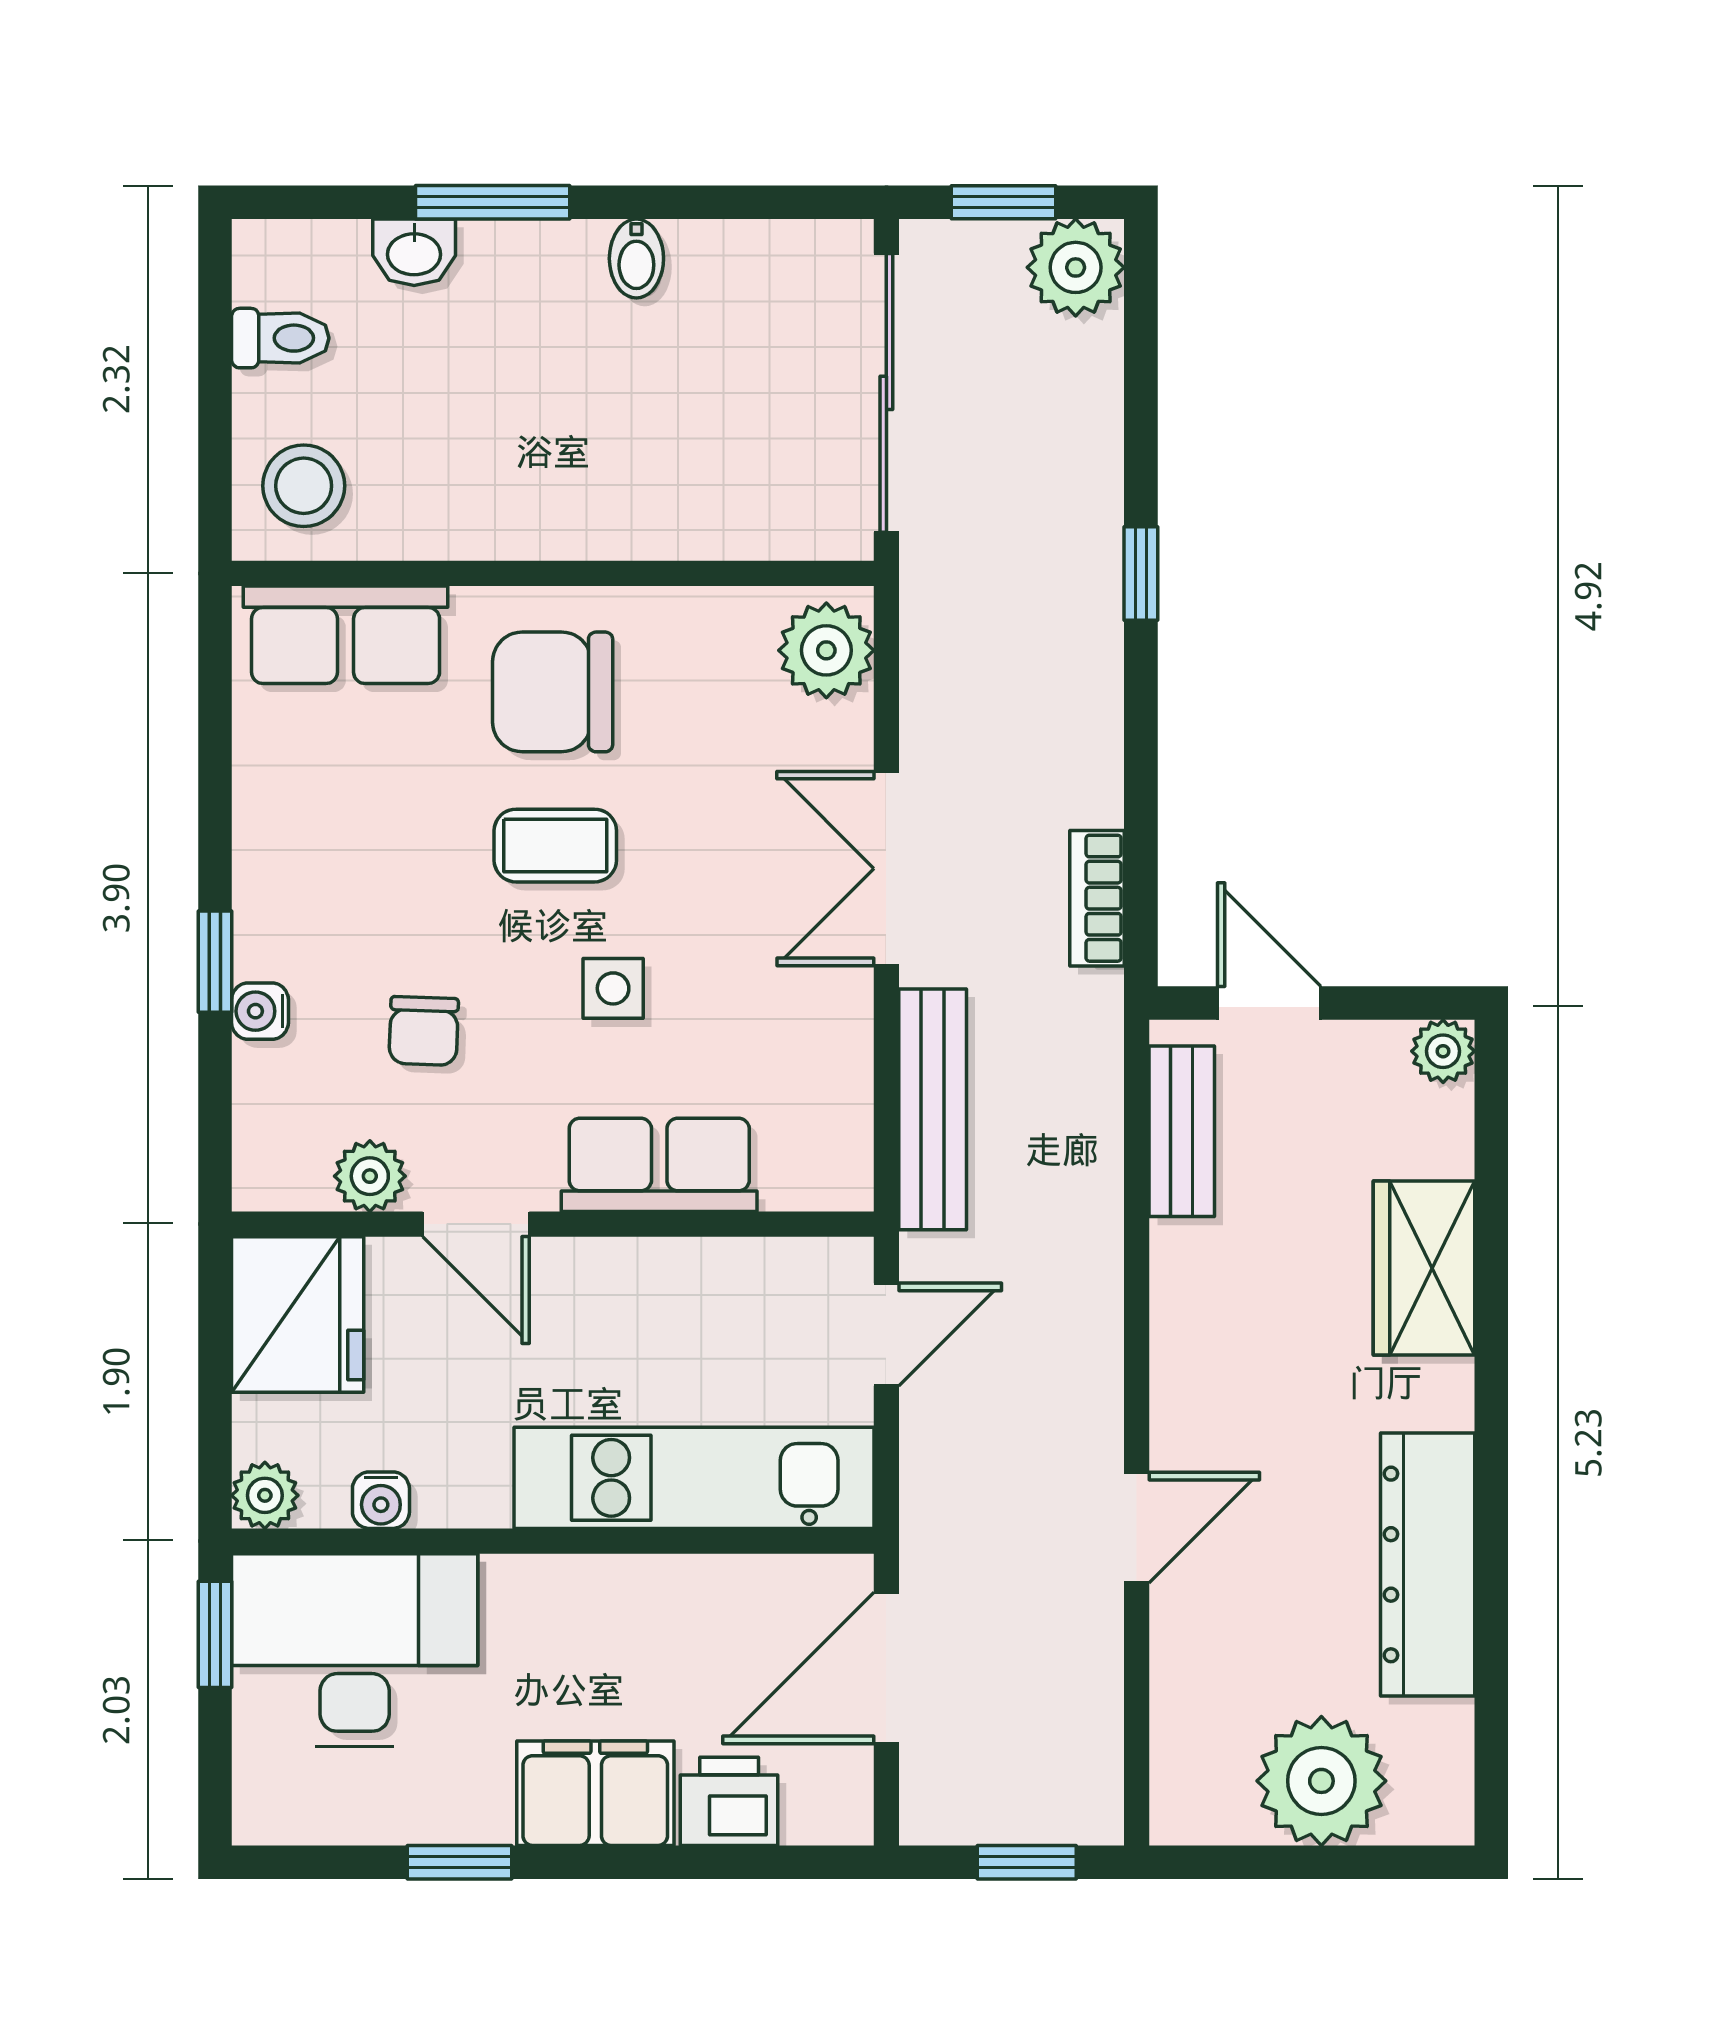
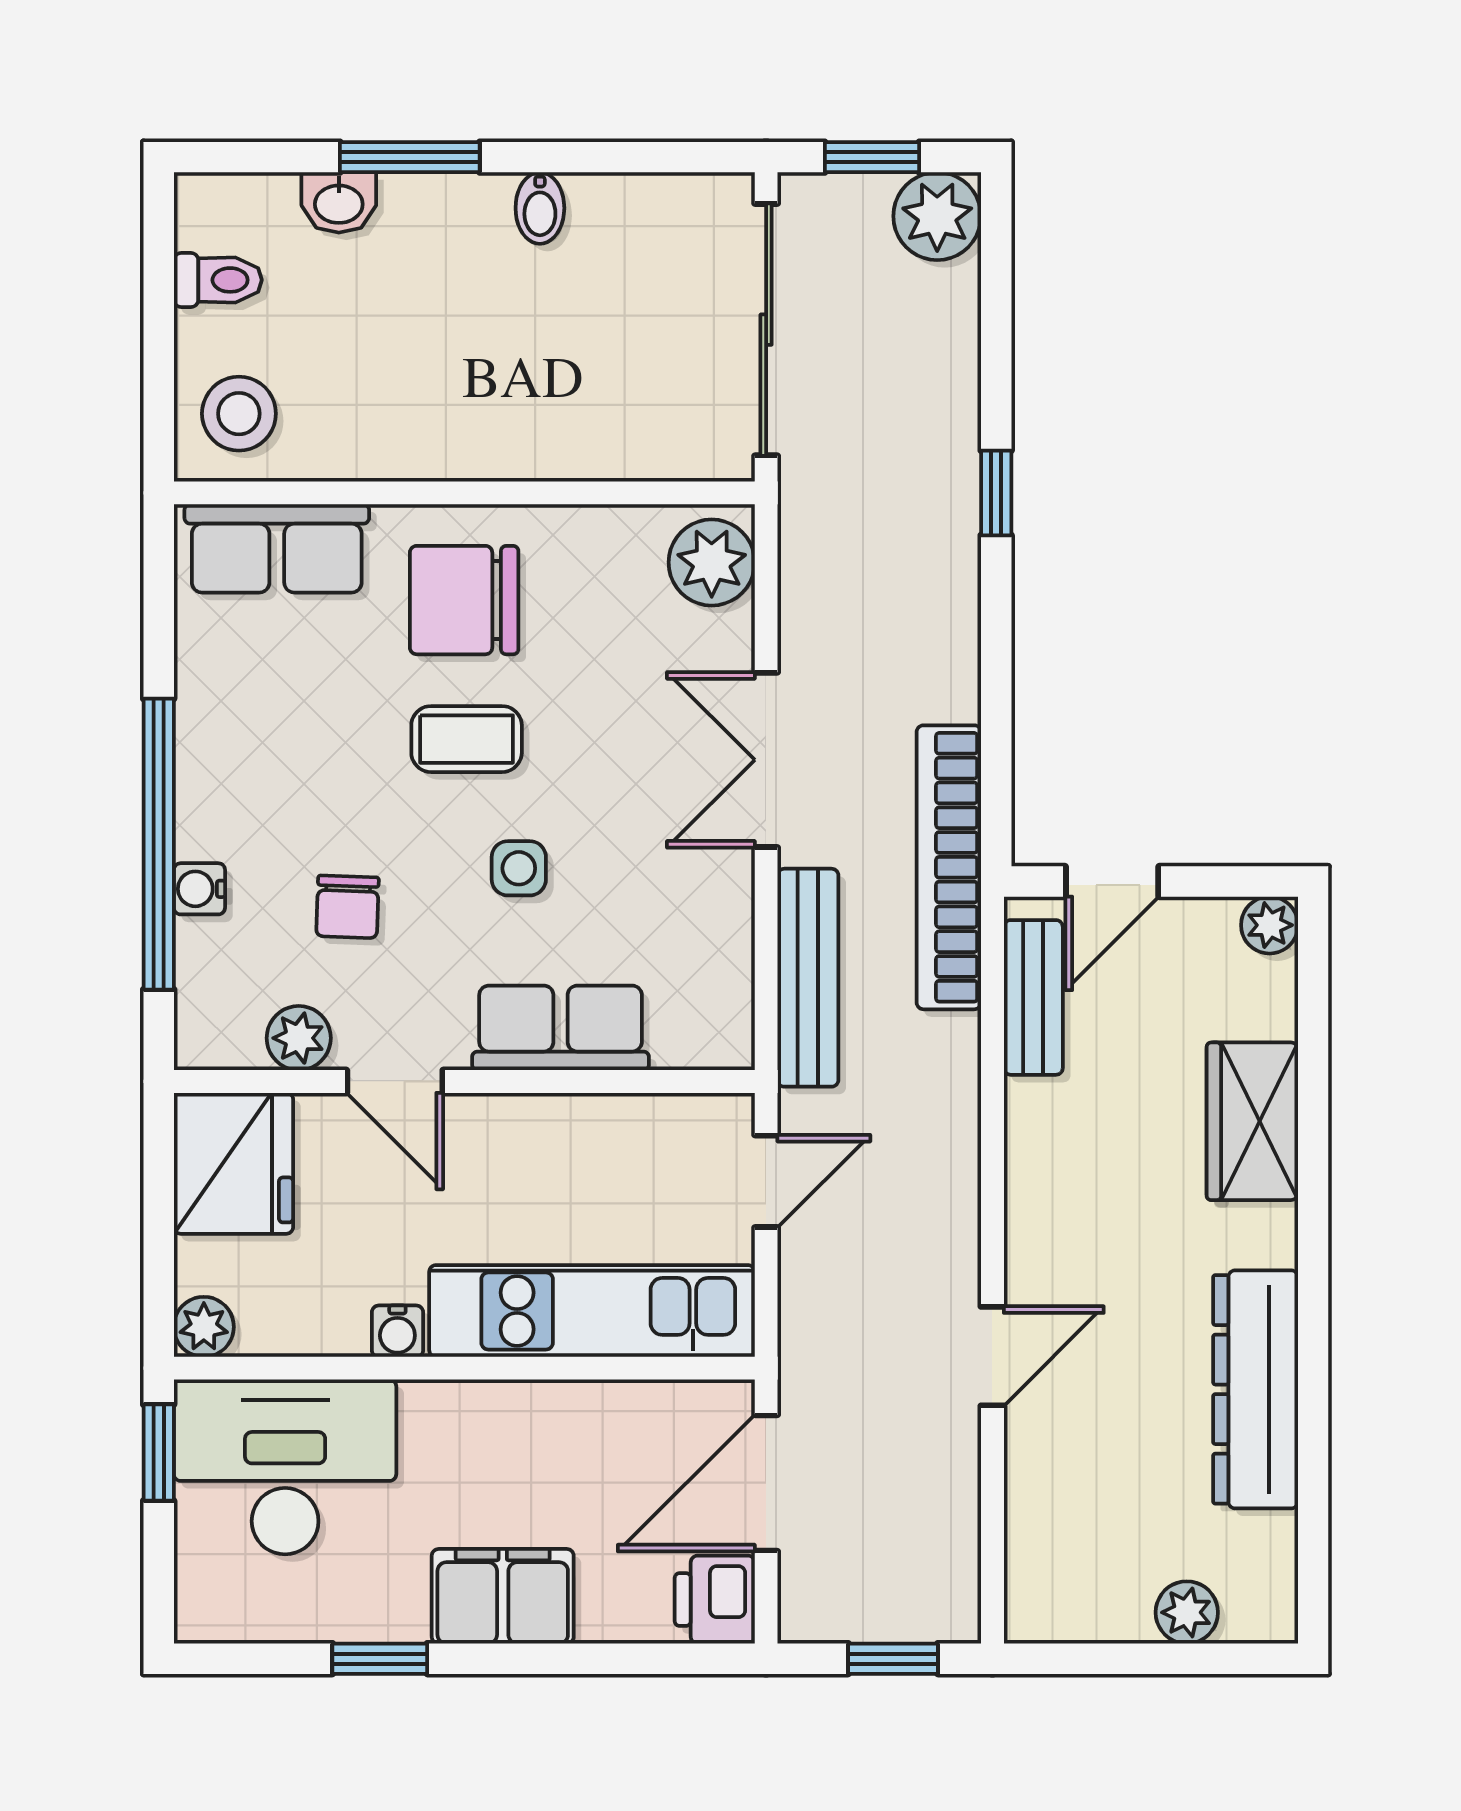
bookcase: (1097, 898) -> (949, 867), width x2.31, depth x1.31
window: (215, 962) -> (159, 844), width x3.17
door: (1269, 1003) -> (1112, 881), swing flipped
water cooler: (381, 1500) -> (397, 1331), moved
plant: (1321, 1781) -> (1187, 1612), width x0.53, depth x0.53
printer: (729, 1801) -> (715, 1600), moved, turned -90

